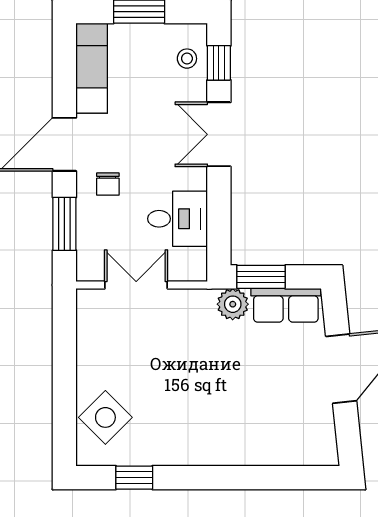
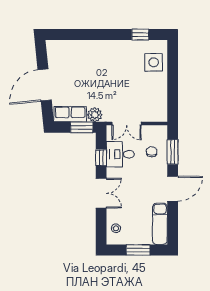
window: (219, 63) -> (101, 158), moved
chair: (108, 184) -> (152, 152), moved
double door: (136, 285) -> (127, 124), moved
side table: (105, 417) -> (154, 62), turned 45

